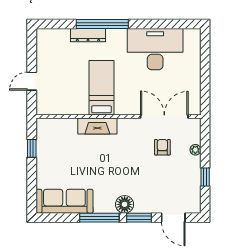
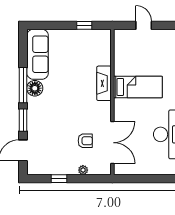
floor lamp: (125, 204) -> (35, 88), moved

